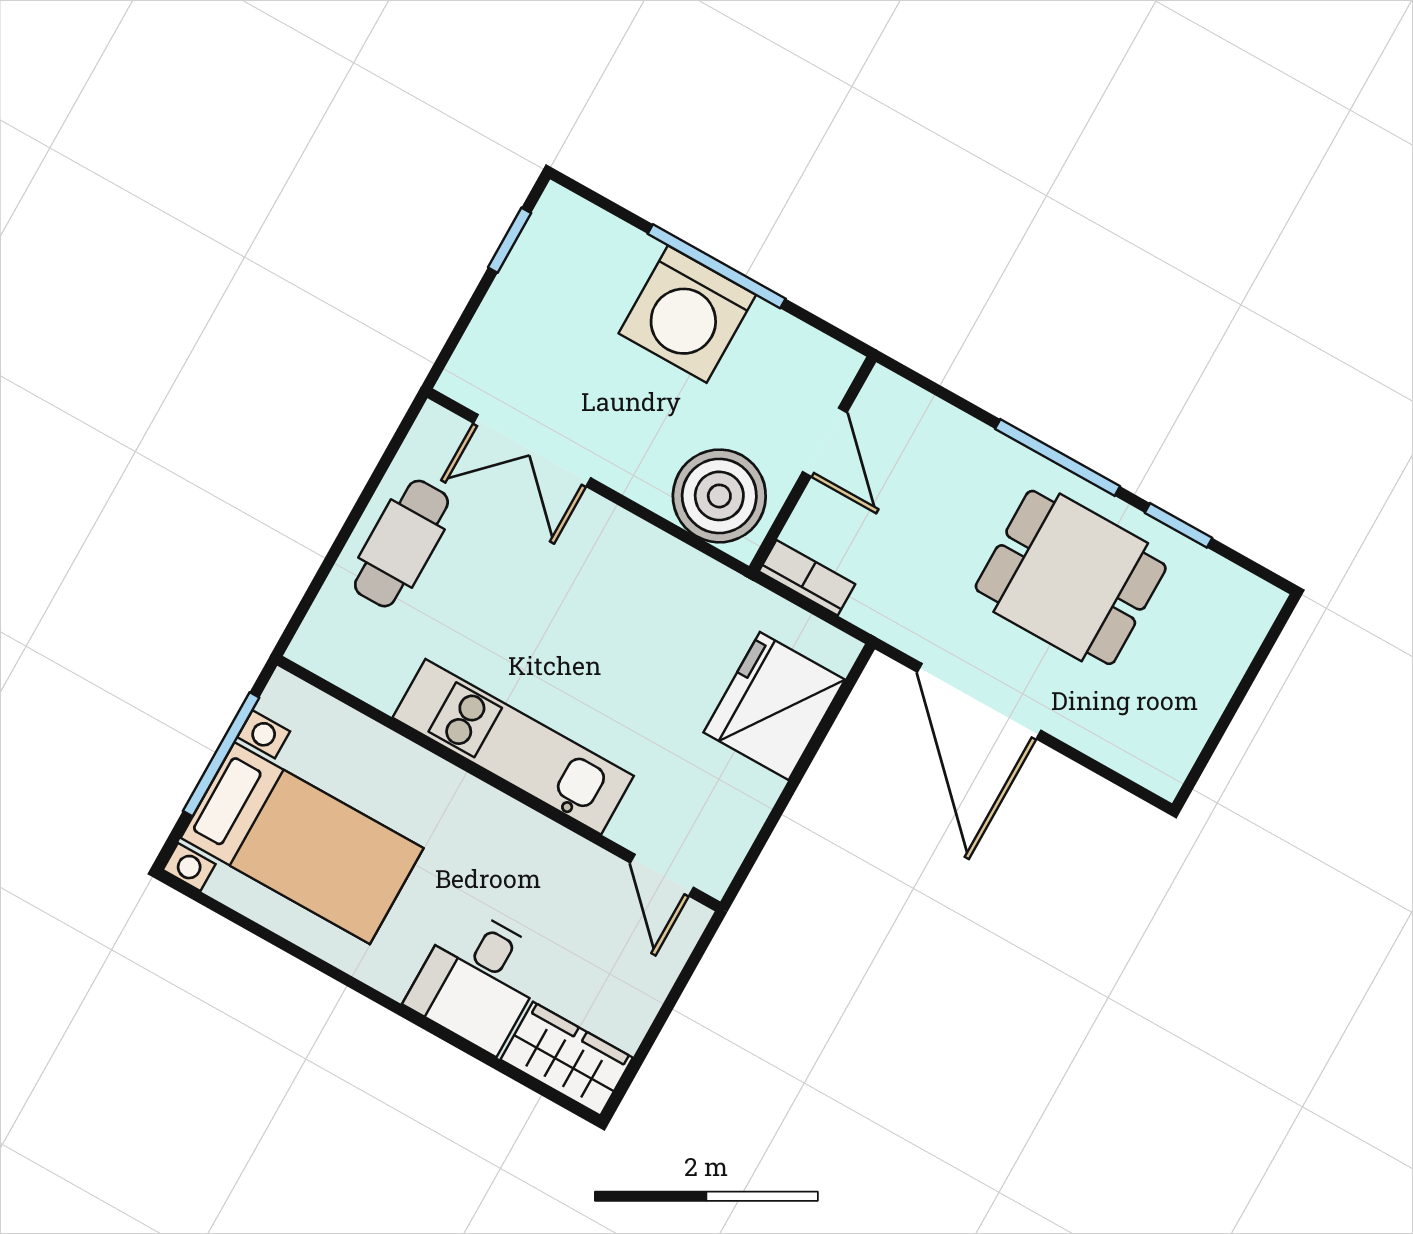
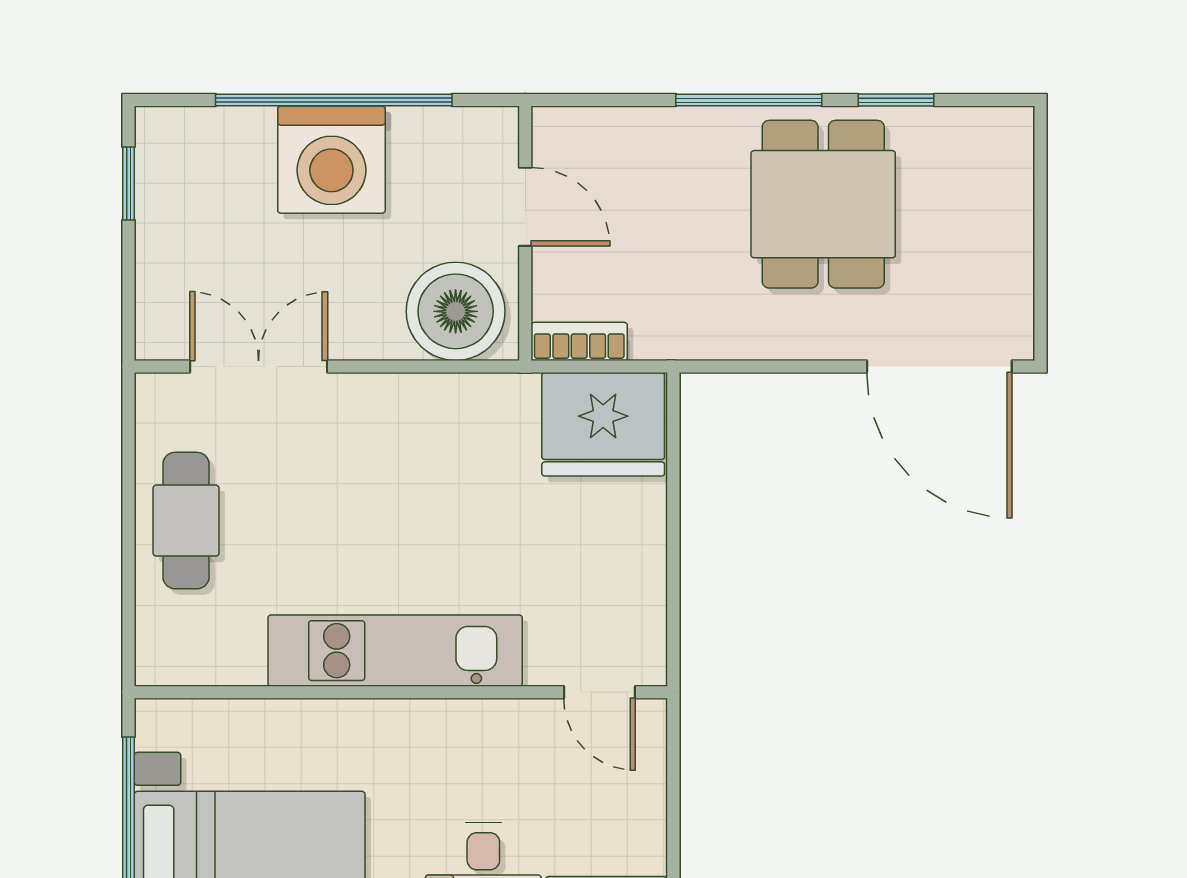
window: (717, 266) -> (334, 100), width x1.46
double door: (532, 451) -> (259, 367), swing flipped
dining table: (1071, 577) -> (823, 204), turned 90
door: (979, 701) -> (939, 367), moved
fridge: (774, 706) -> (603, 424), moved, turned -90

